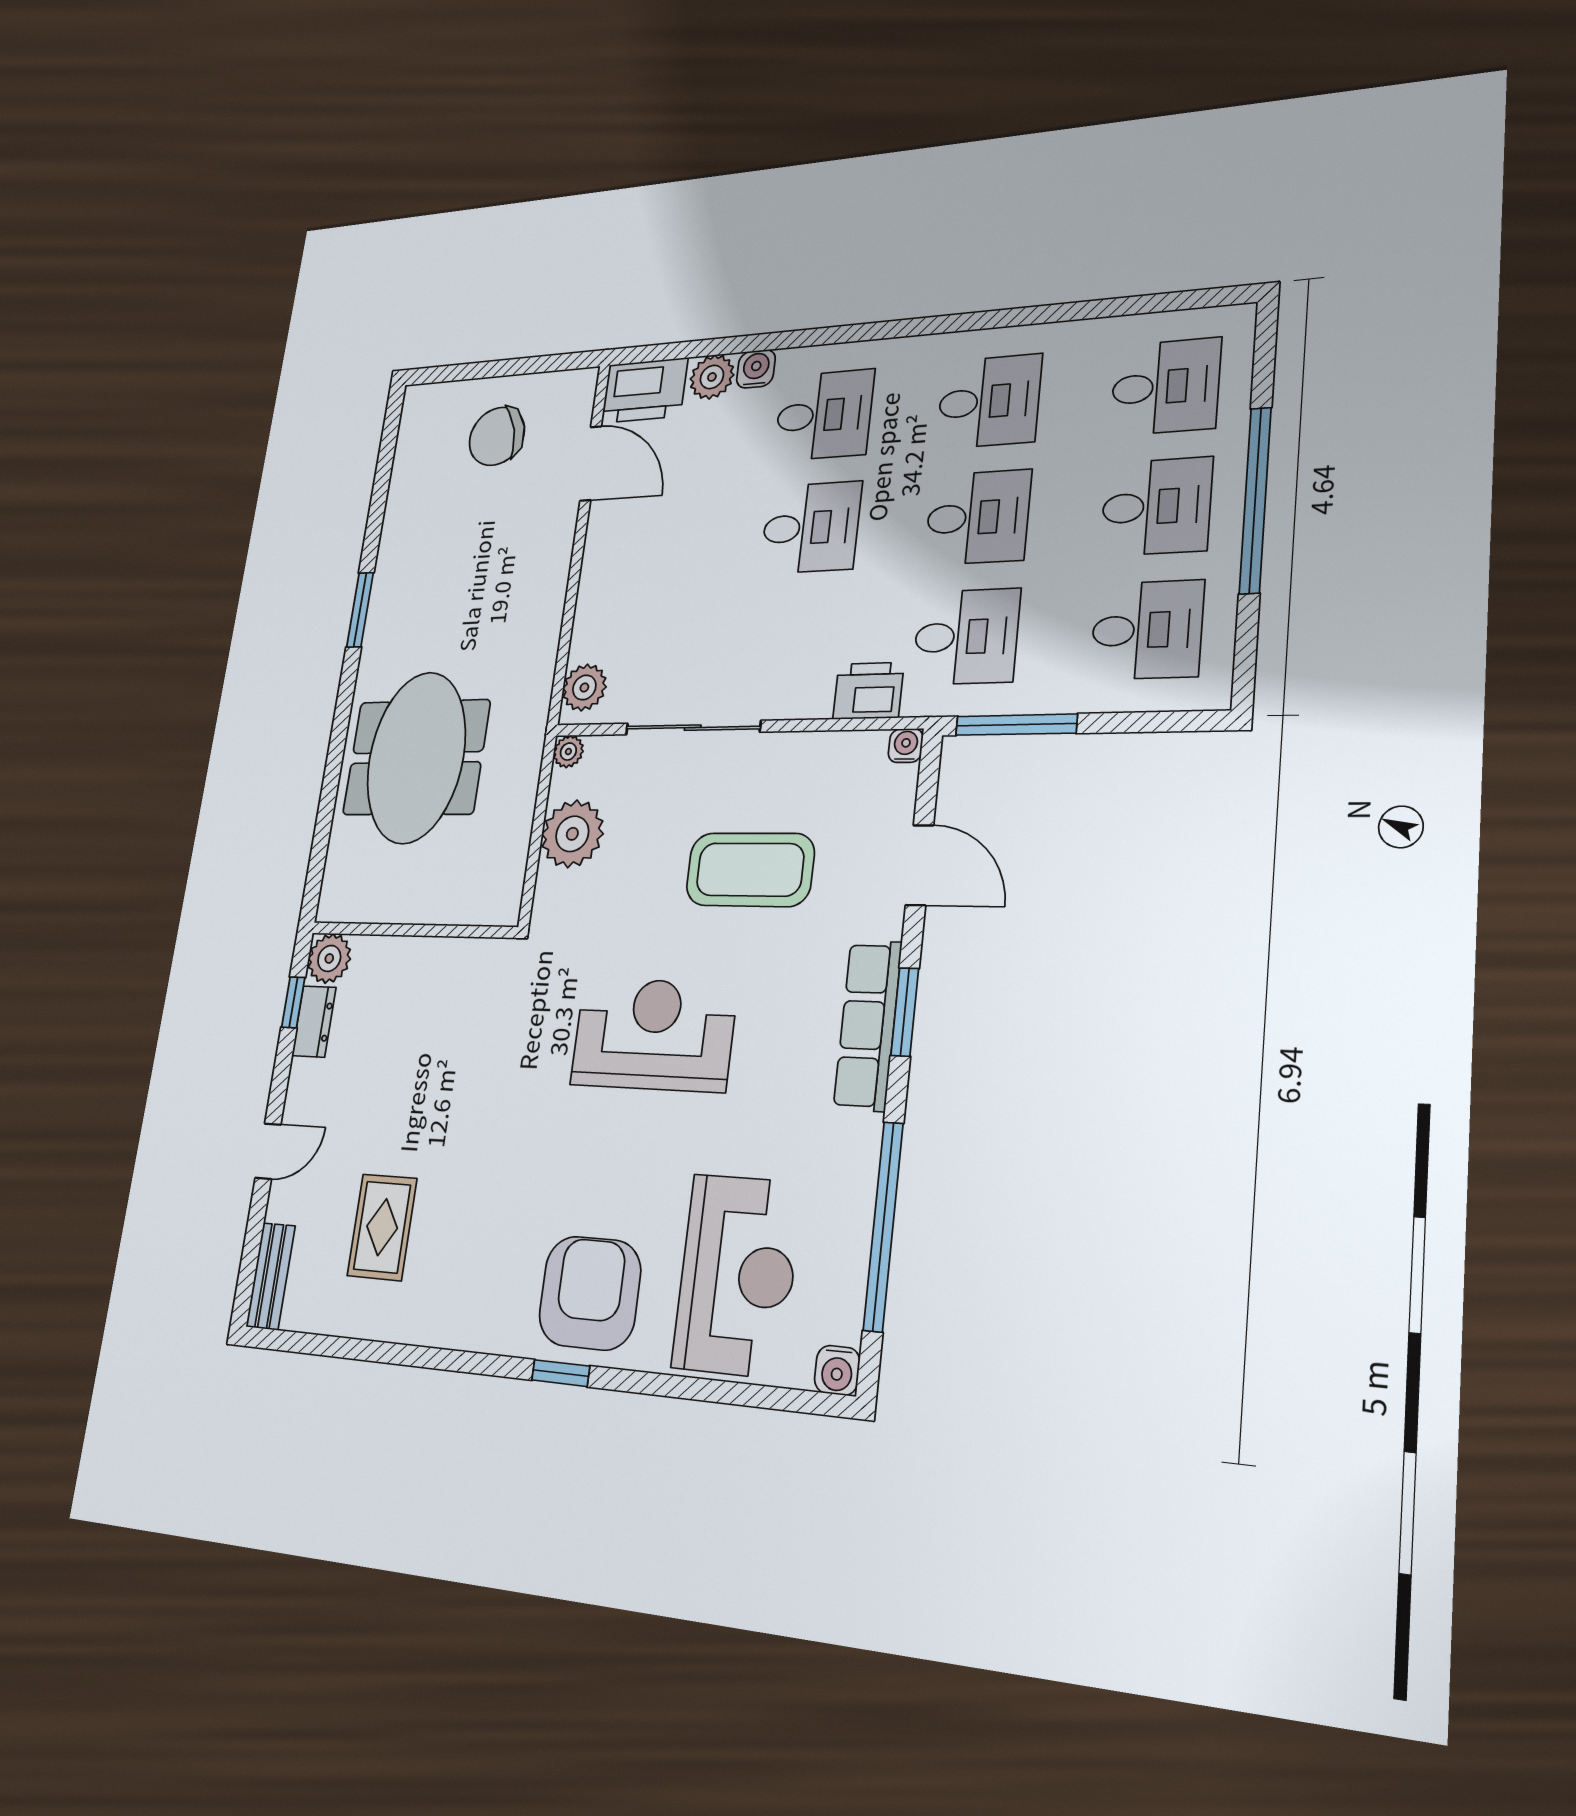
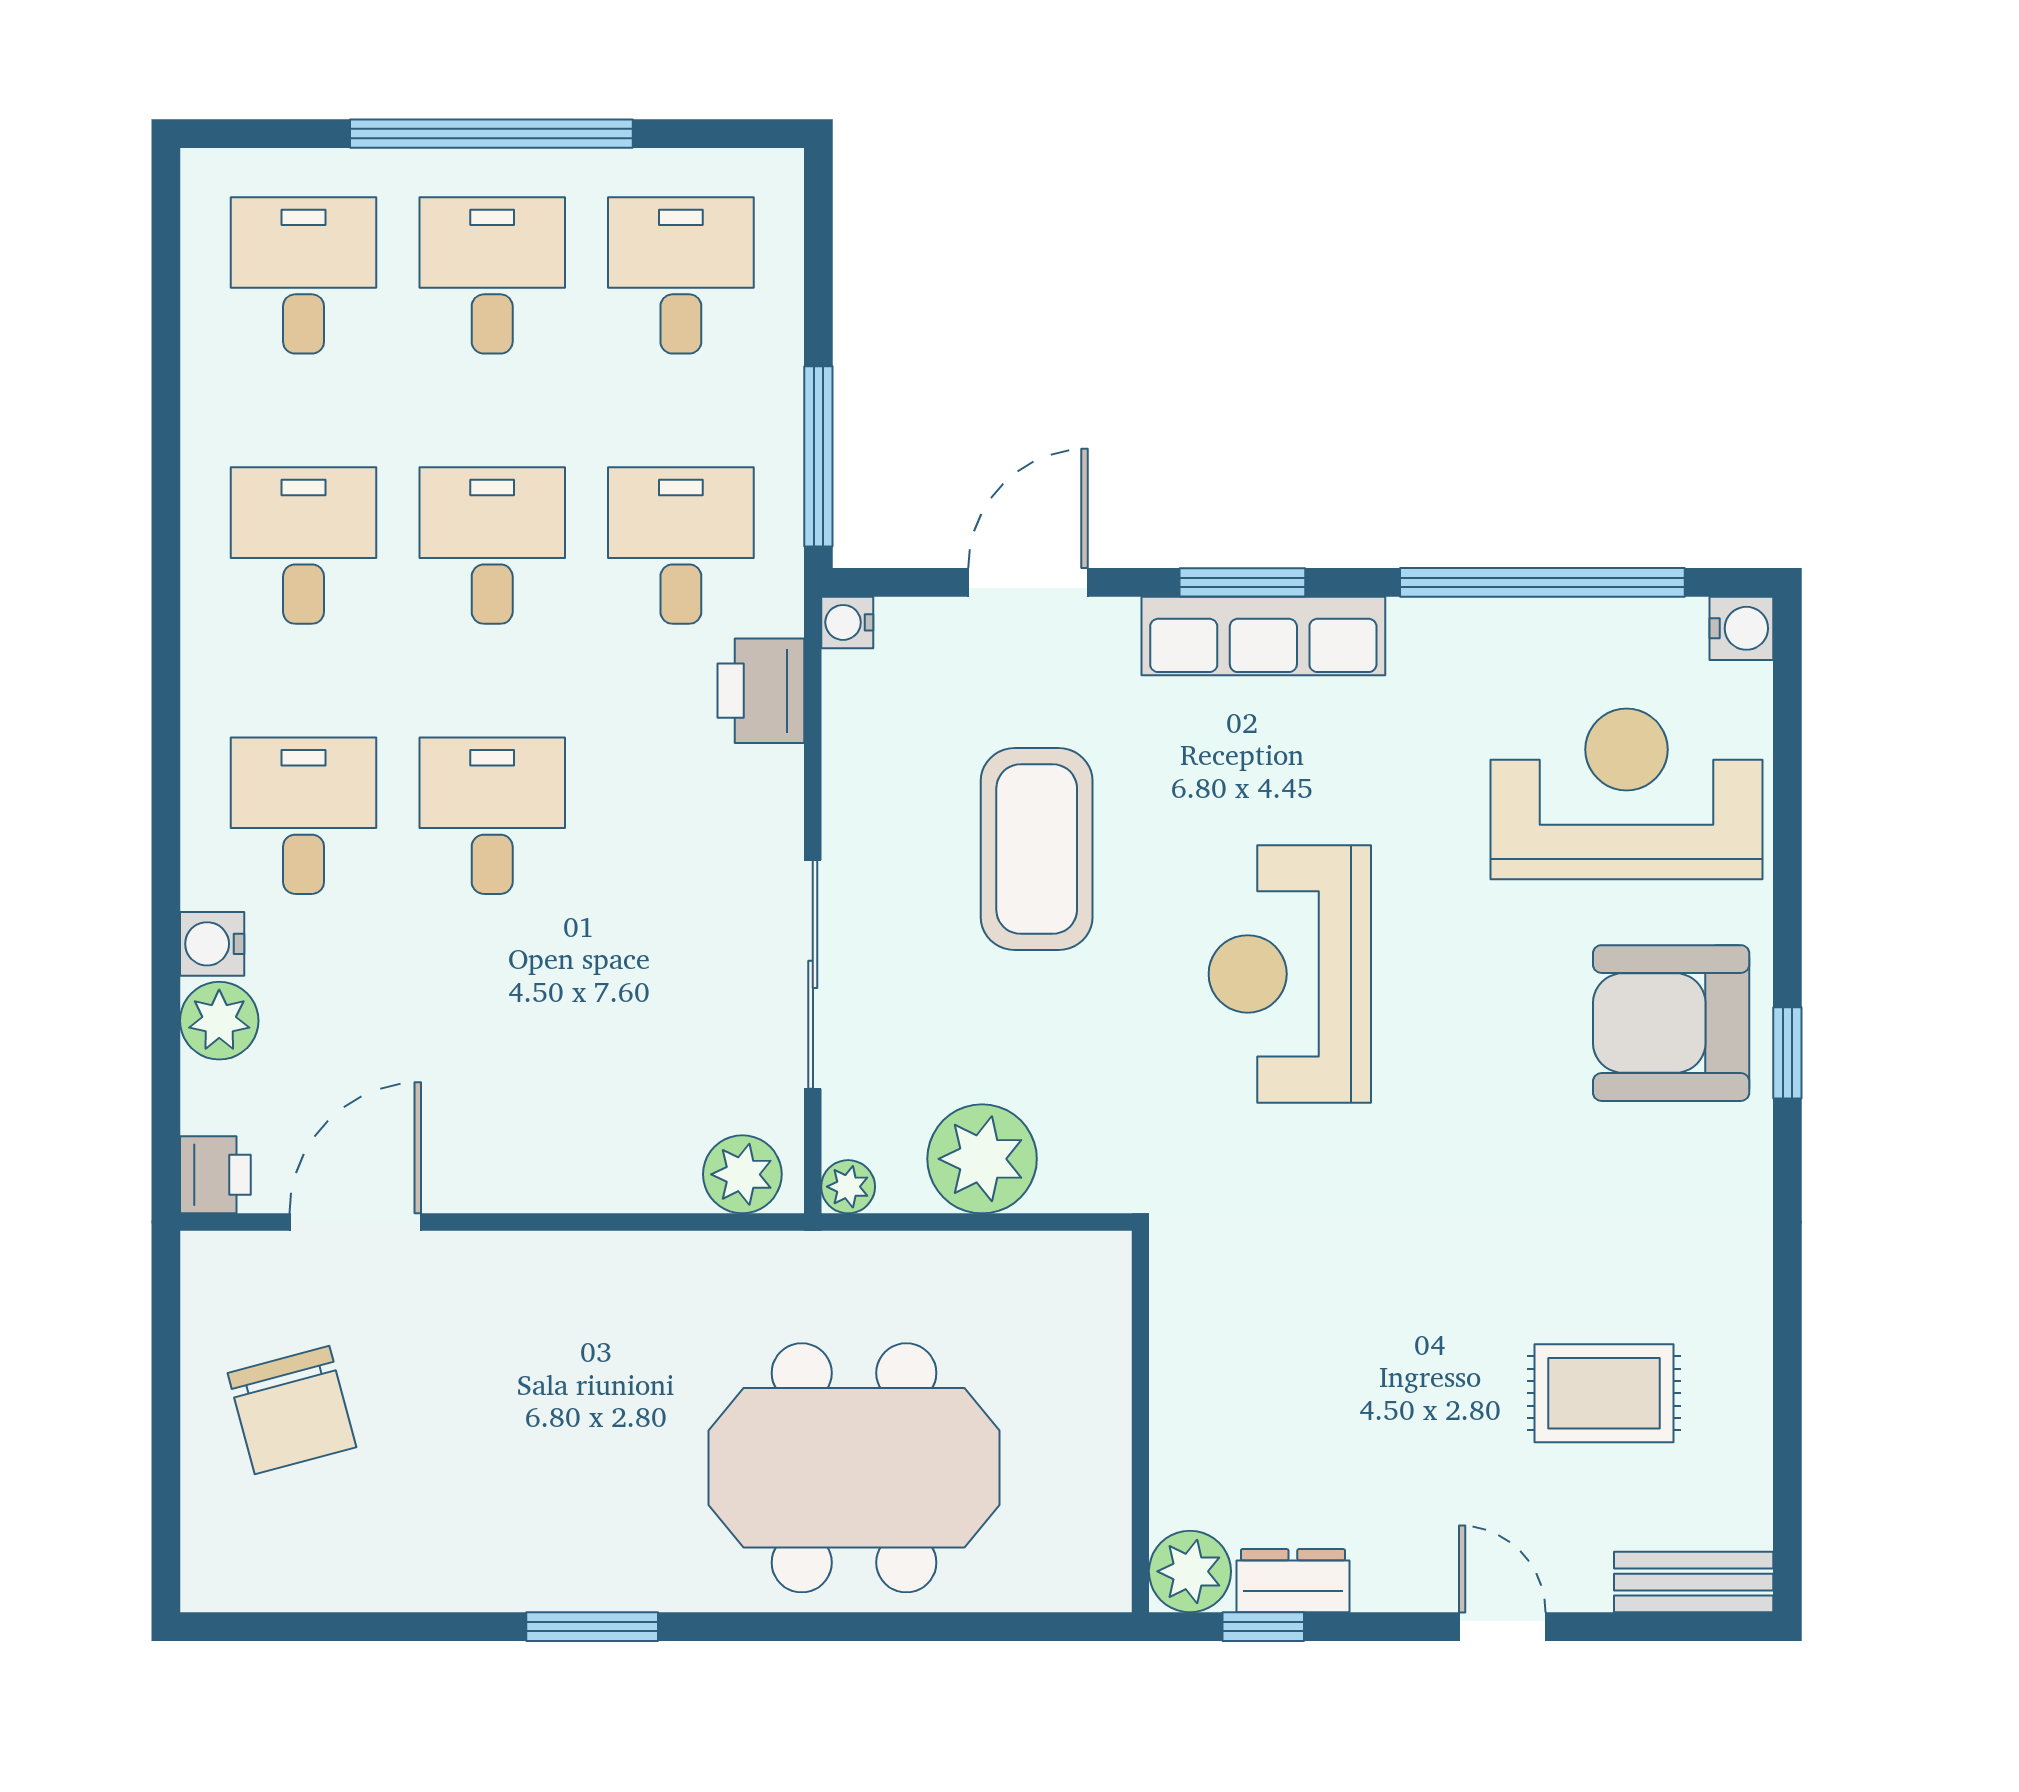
printer: (644, 390) -> (215, 1175), width x0.53, depth x0.68

